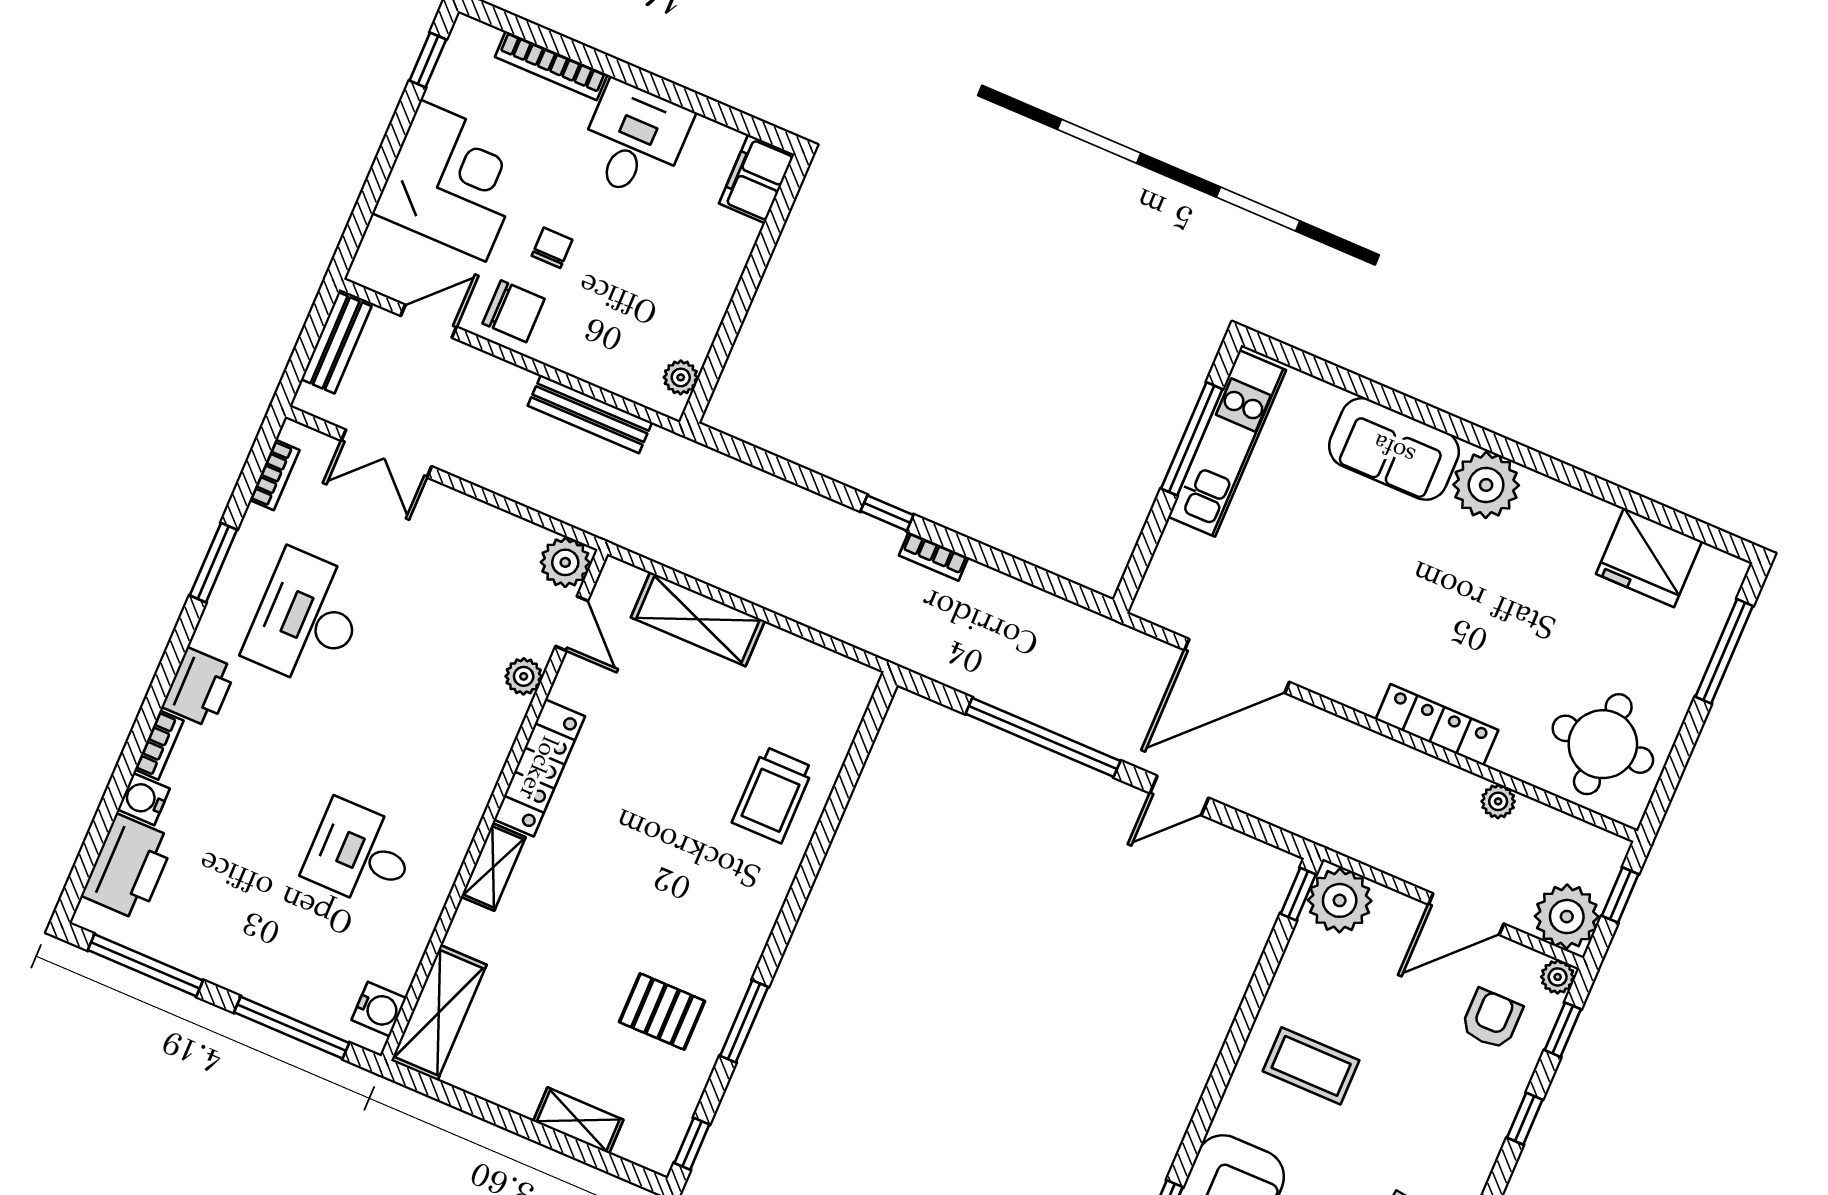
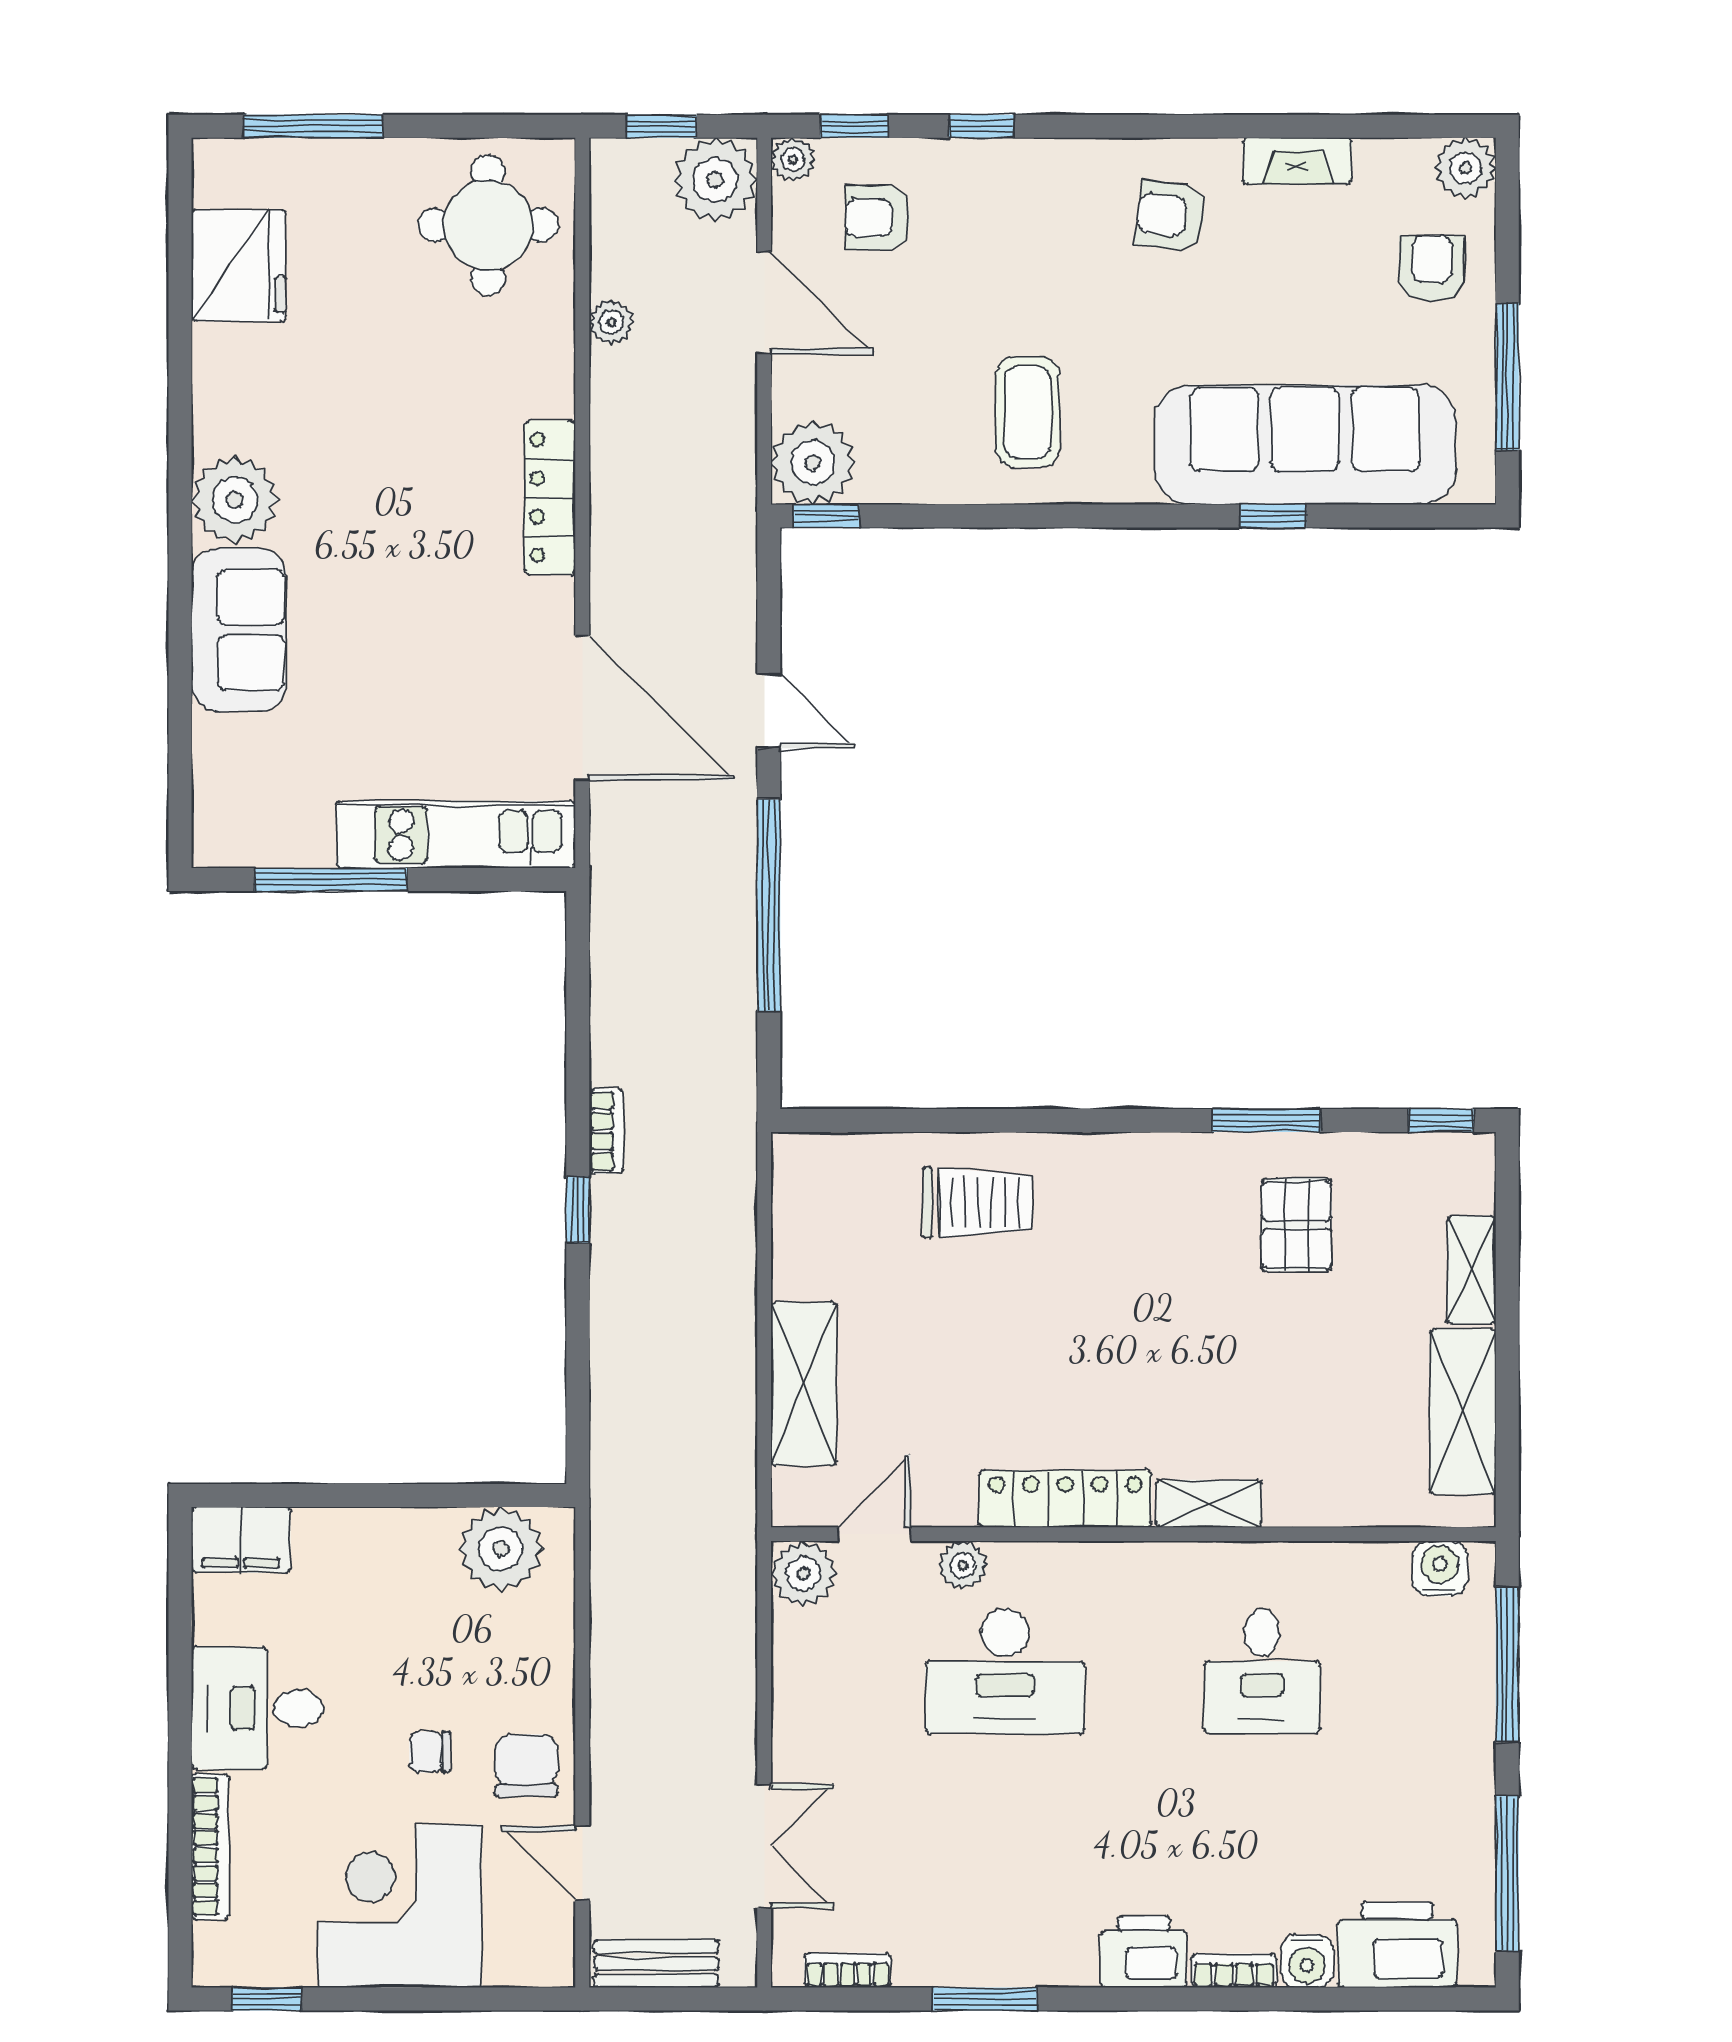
plant: (681, 377) -> (501, 1549), width x1.88, depth x1.88
bench: (590, 414) -> (611, 1620), removed
kitchen unit: (1227, 443) -> (456, 835), moved
desk: (307, 619) -> (1005, 1671), moved
locker: (1437, 725) -> (550, 497), moved
shelving: (439, 1013) -> (1463, 1411), moved, turned 90

